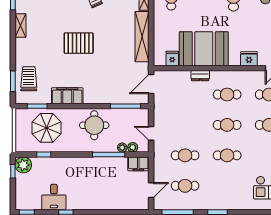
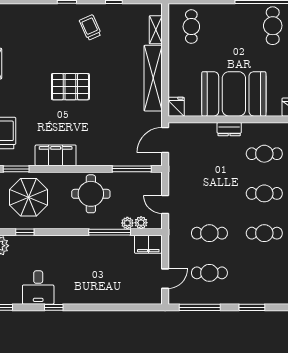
fridge: (172, 58) -> (176, 107), moved

